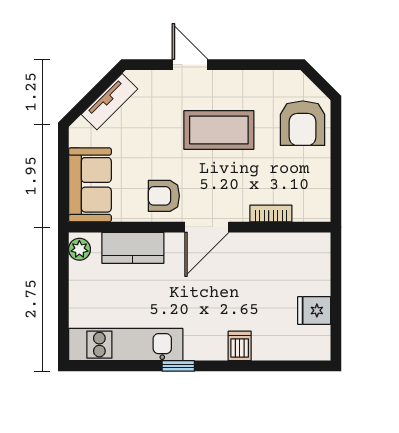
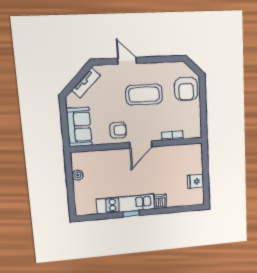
armchair: (164, 196) -> (118, 130), turned 180
kitchen counter: (133, 248) -> (104, 158), removed
plant: (79, 249) -> (78, 175), moved
kitchen unit: (126, 345) -> (126, 204), moved

